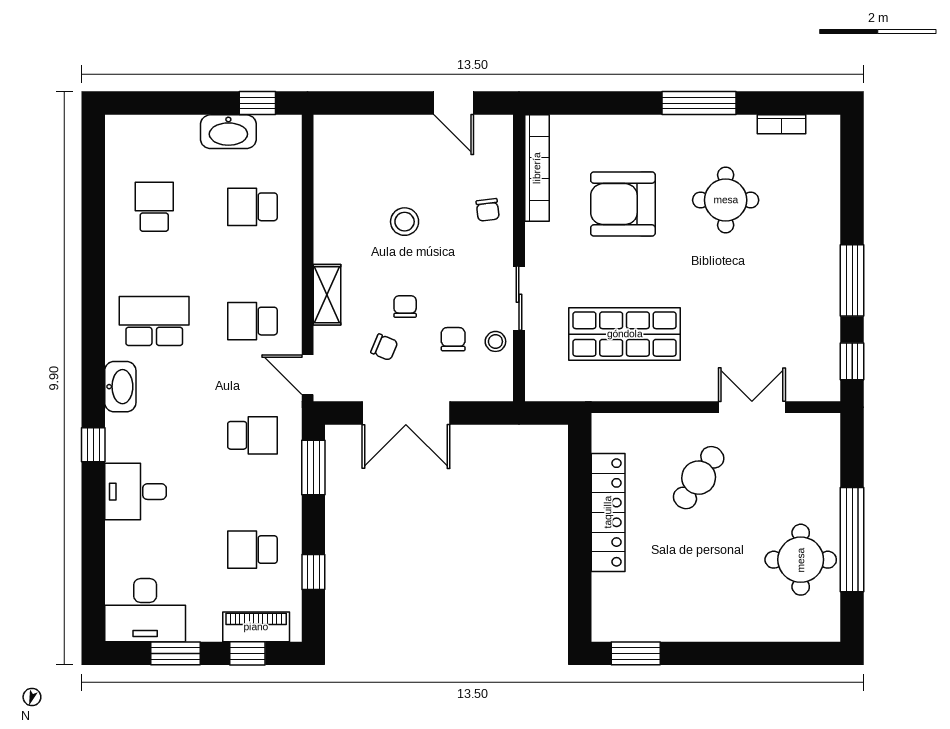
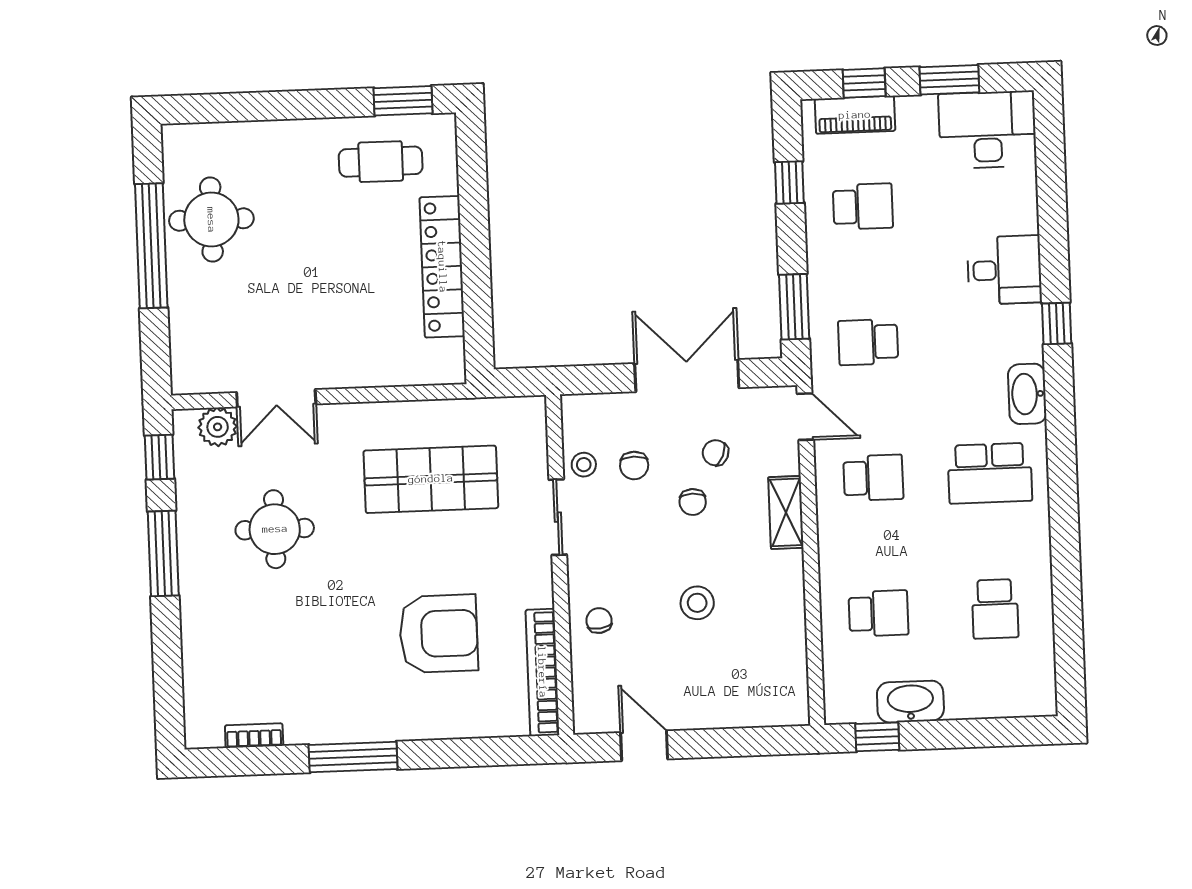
round table: (726, 200) -> (275, 529), moved
plant: (802, 385) -> (218, 427), added
cafe table: (699, 478) -> (381, 162), moved, turned 56

